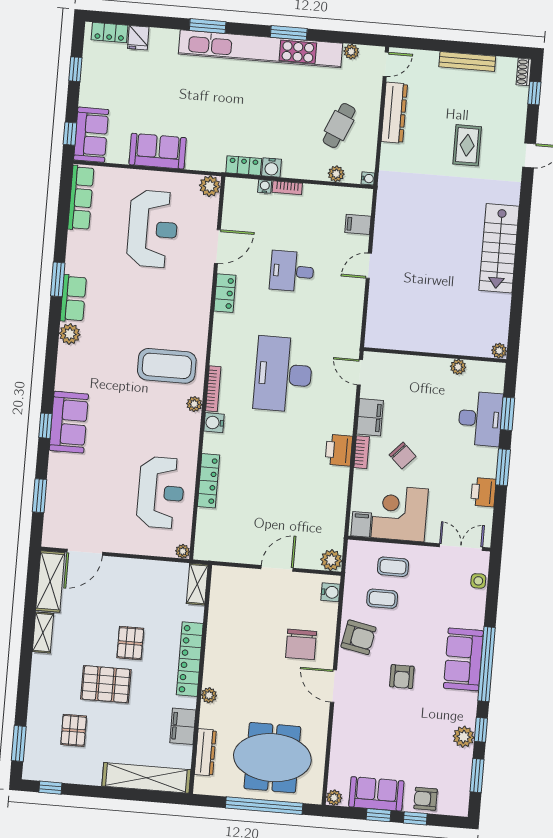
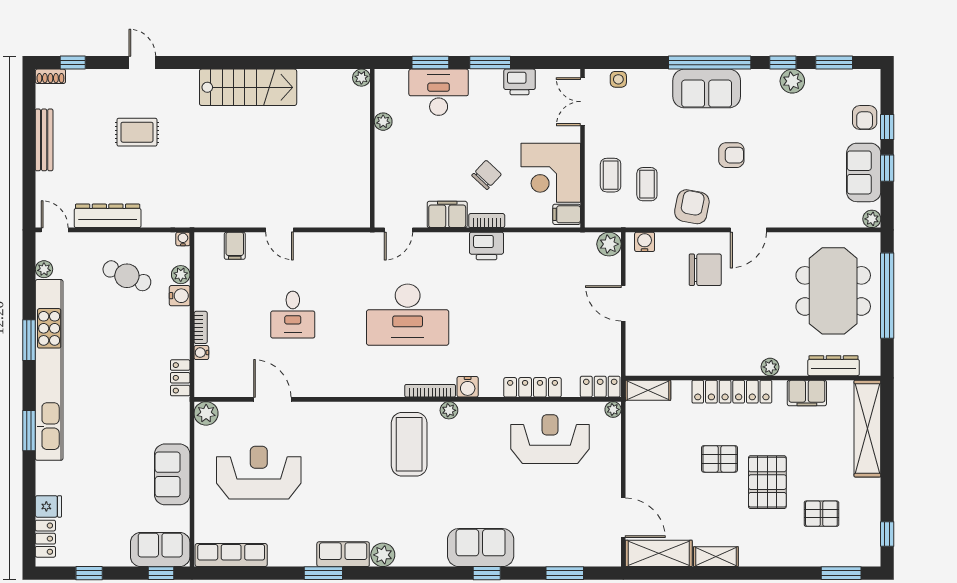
water cooler: (272, 167) -> (180, 296), moved
locker: (225, 293) -> (600, 387), moved

